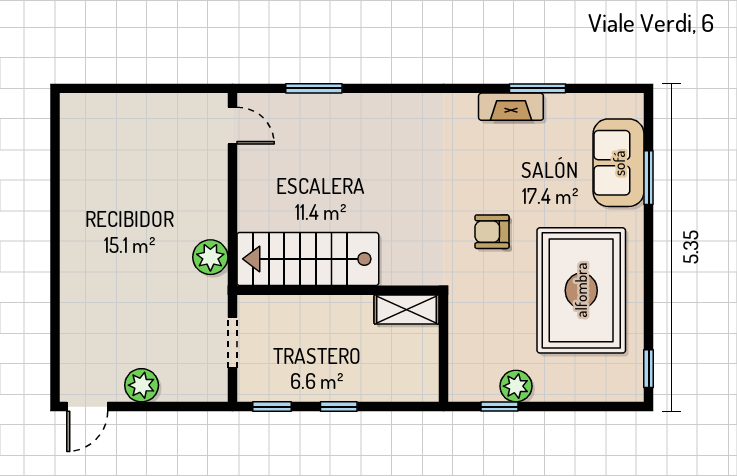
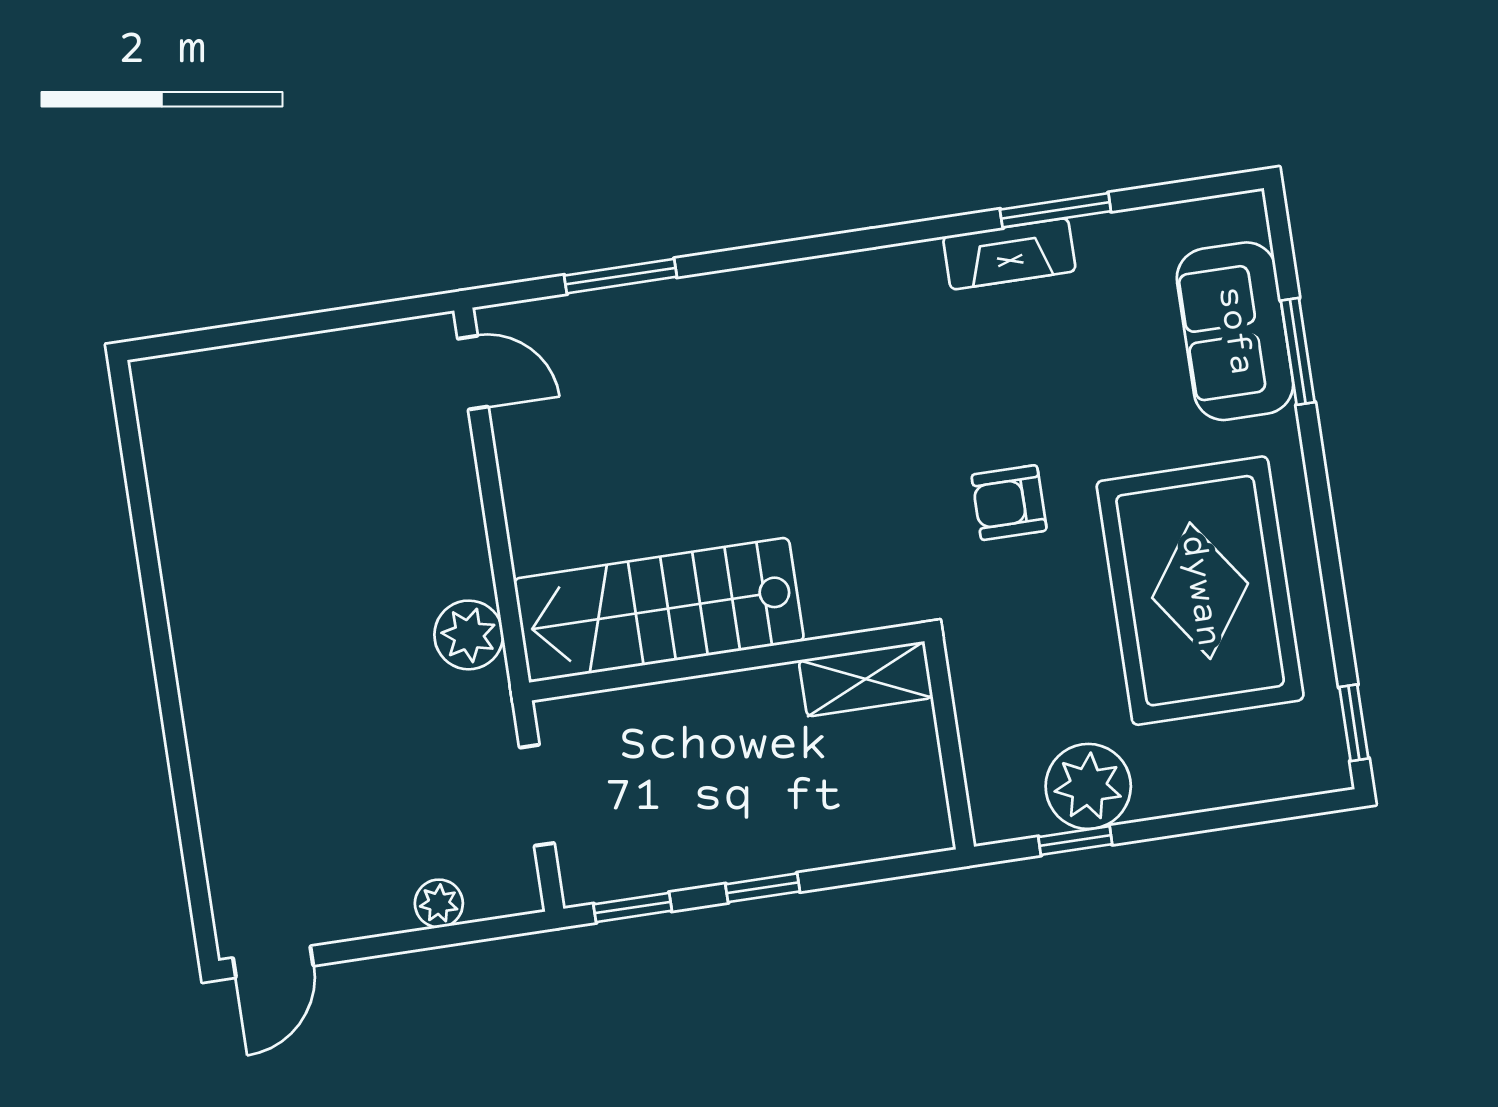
plant: (142, 385) -> (439, 903), moved, width x0.73, depth x0.73
plant: (516, 386) -> (1088, 786), width x1.36, depth x1.36

